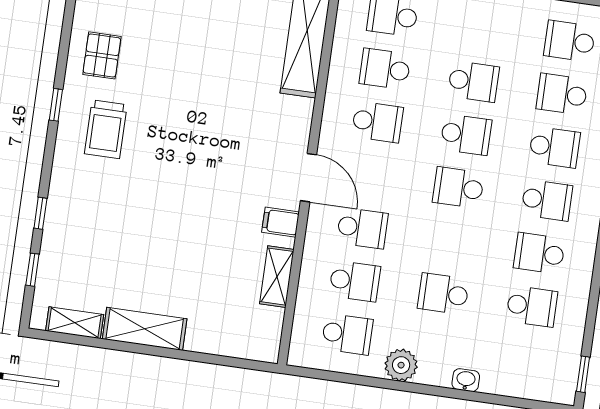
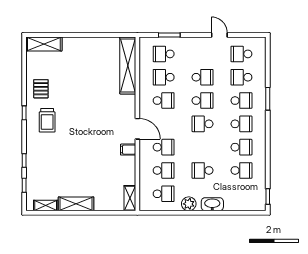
school desk: (539, 253) -> (241, 147), turned 180
shelving: (277, 277) -> (130, 198), moved
washbasin: (466, 380) -> (212, 204), width x1.91, depth x1.45

